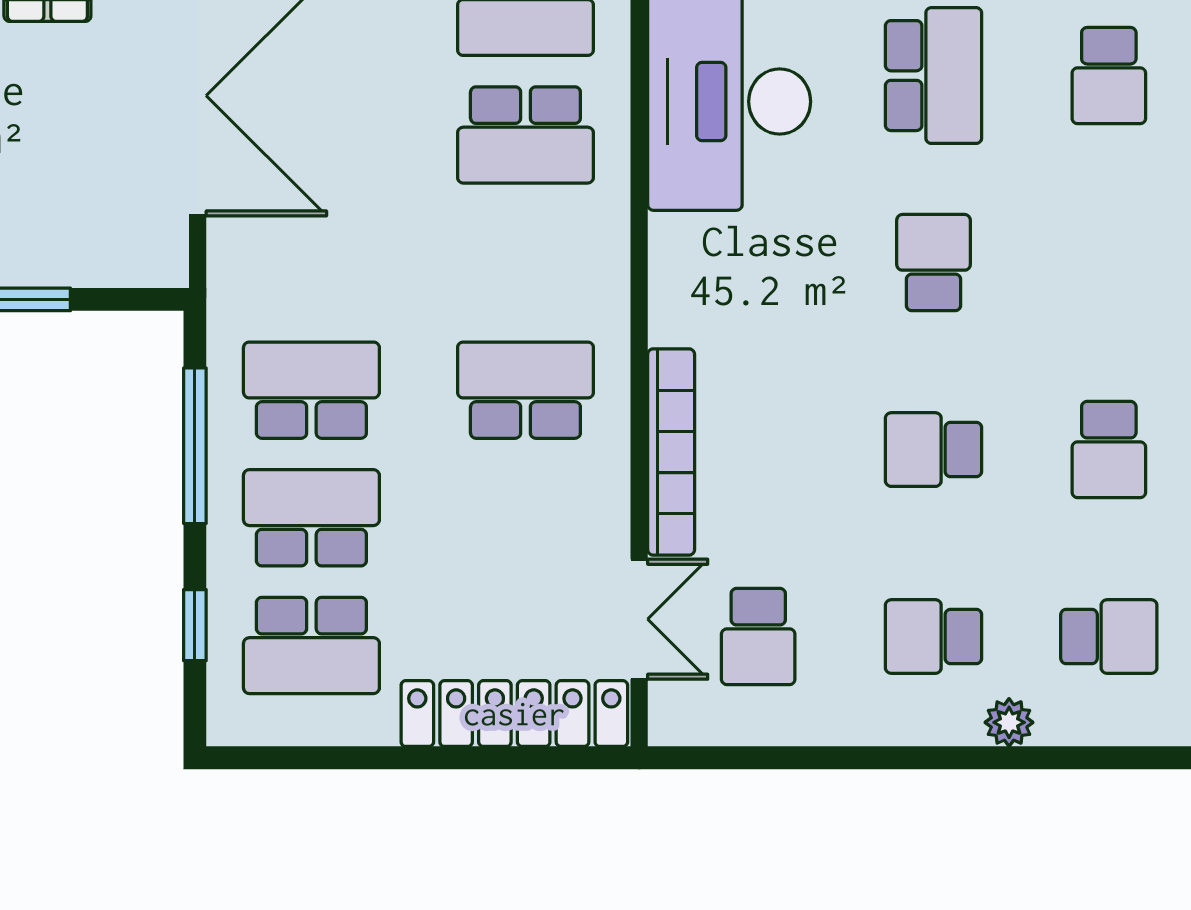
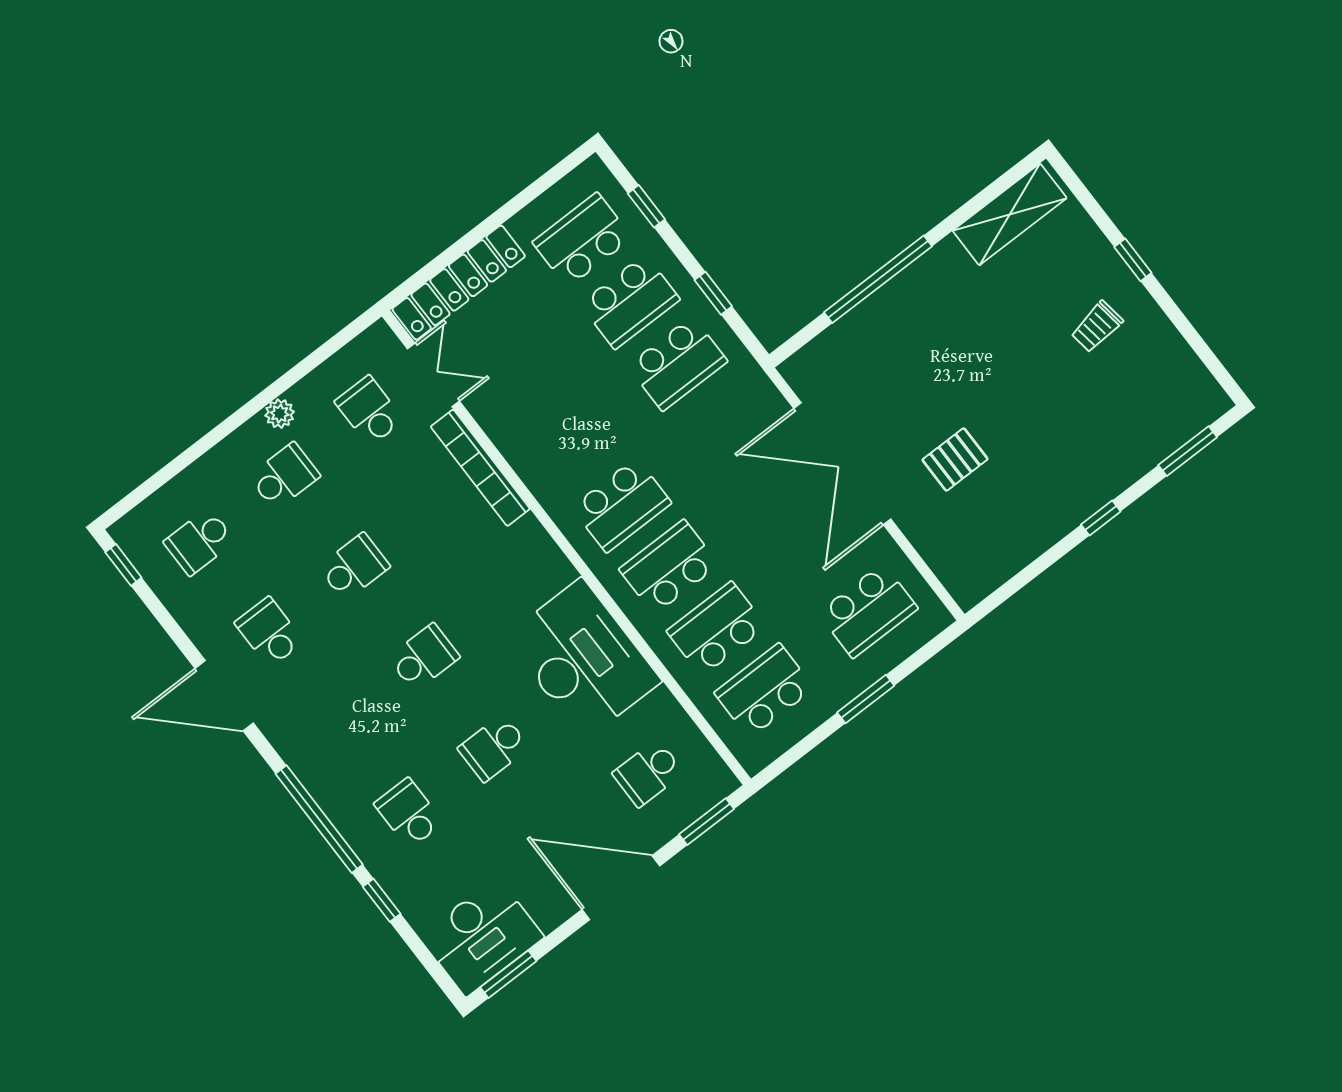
school desk: (934, 76) -> (494, 748), width x0.54
school desk: (934, 263) -> (424, 657), turned -90
school desk: (525, 390) -> (621, 505), moved
window: (195, 446) -> (713, 293), width x0.46
double door: (639, 619) -> (433, 375), swing flipped
plant: (1009, 722) -> (280, 414), moved

